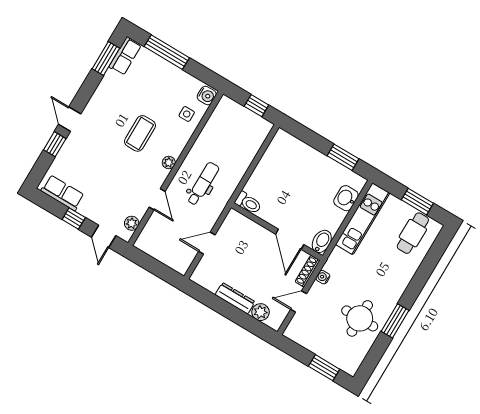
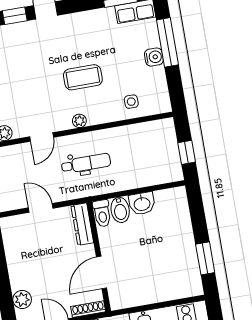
water cooler: (207, 95) -> (154, 57), moved, turned -90
washbasin: (346, 198) -> (142, 204), moved, turned 180
bidet: (322, 241) -> (120, 210), moved, turned 90
dresser: (235, 298) -> (82, 224), moved, turned 180

